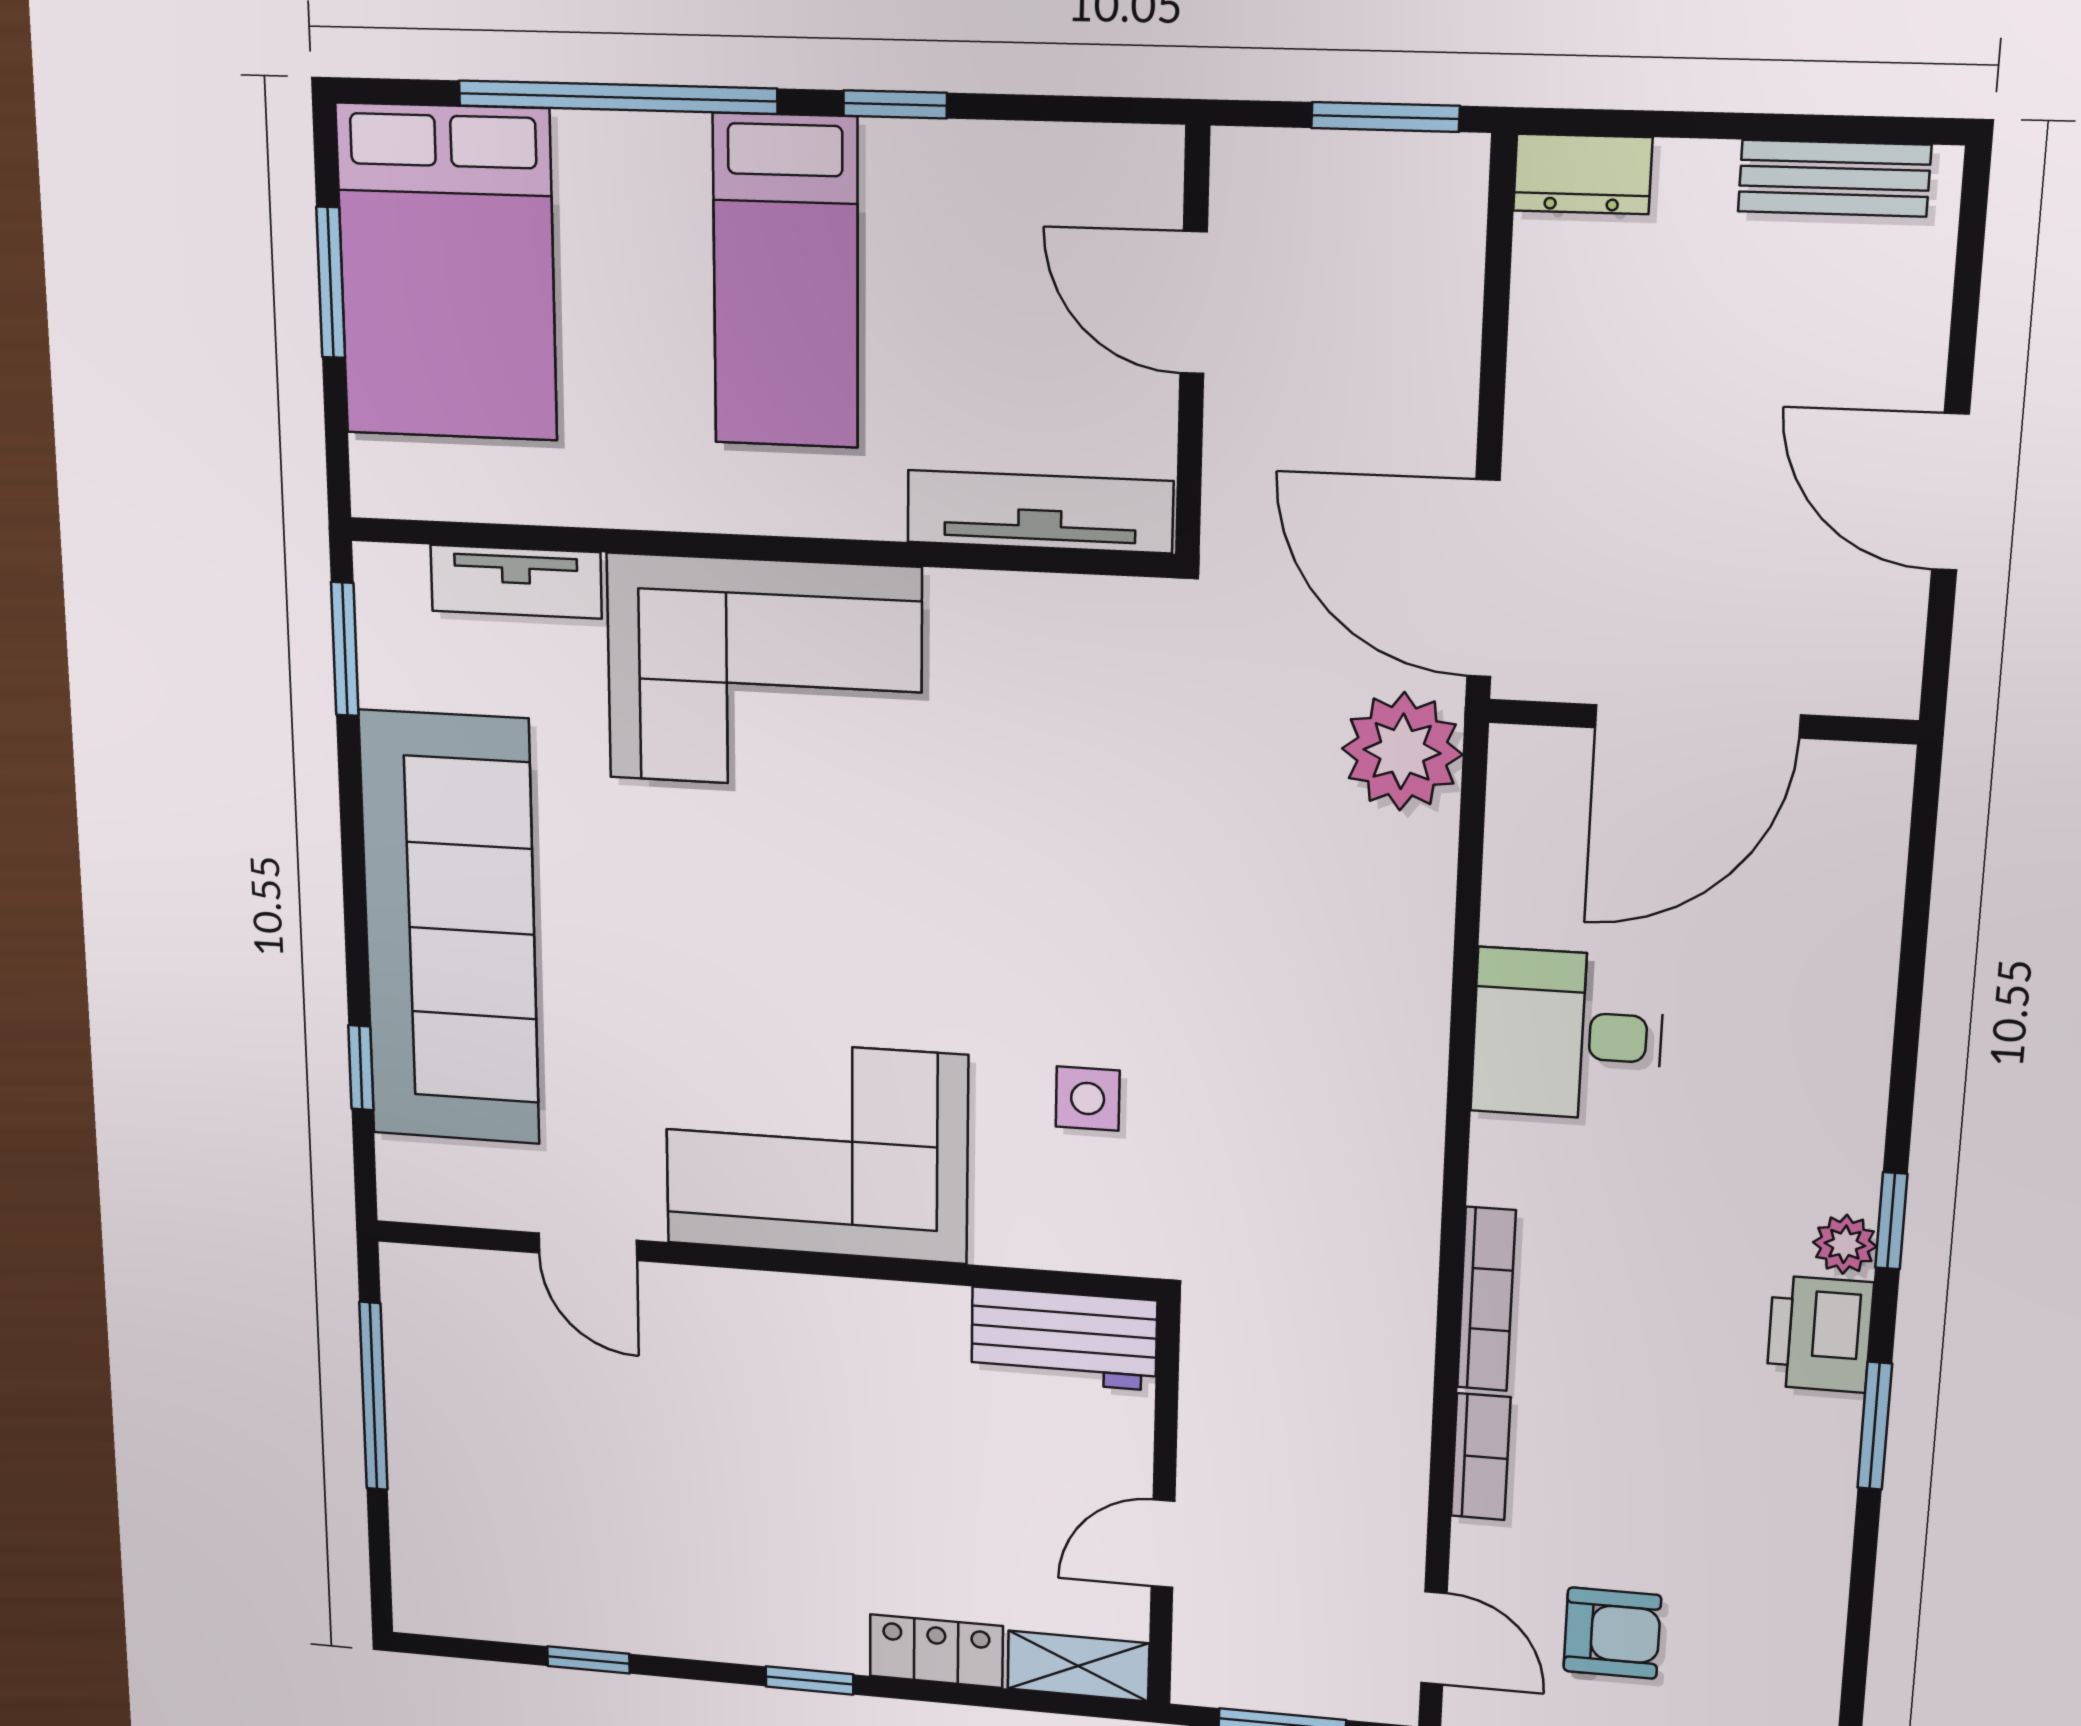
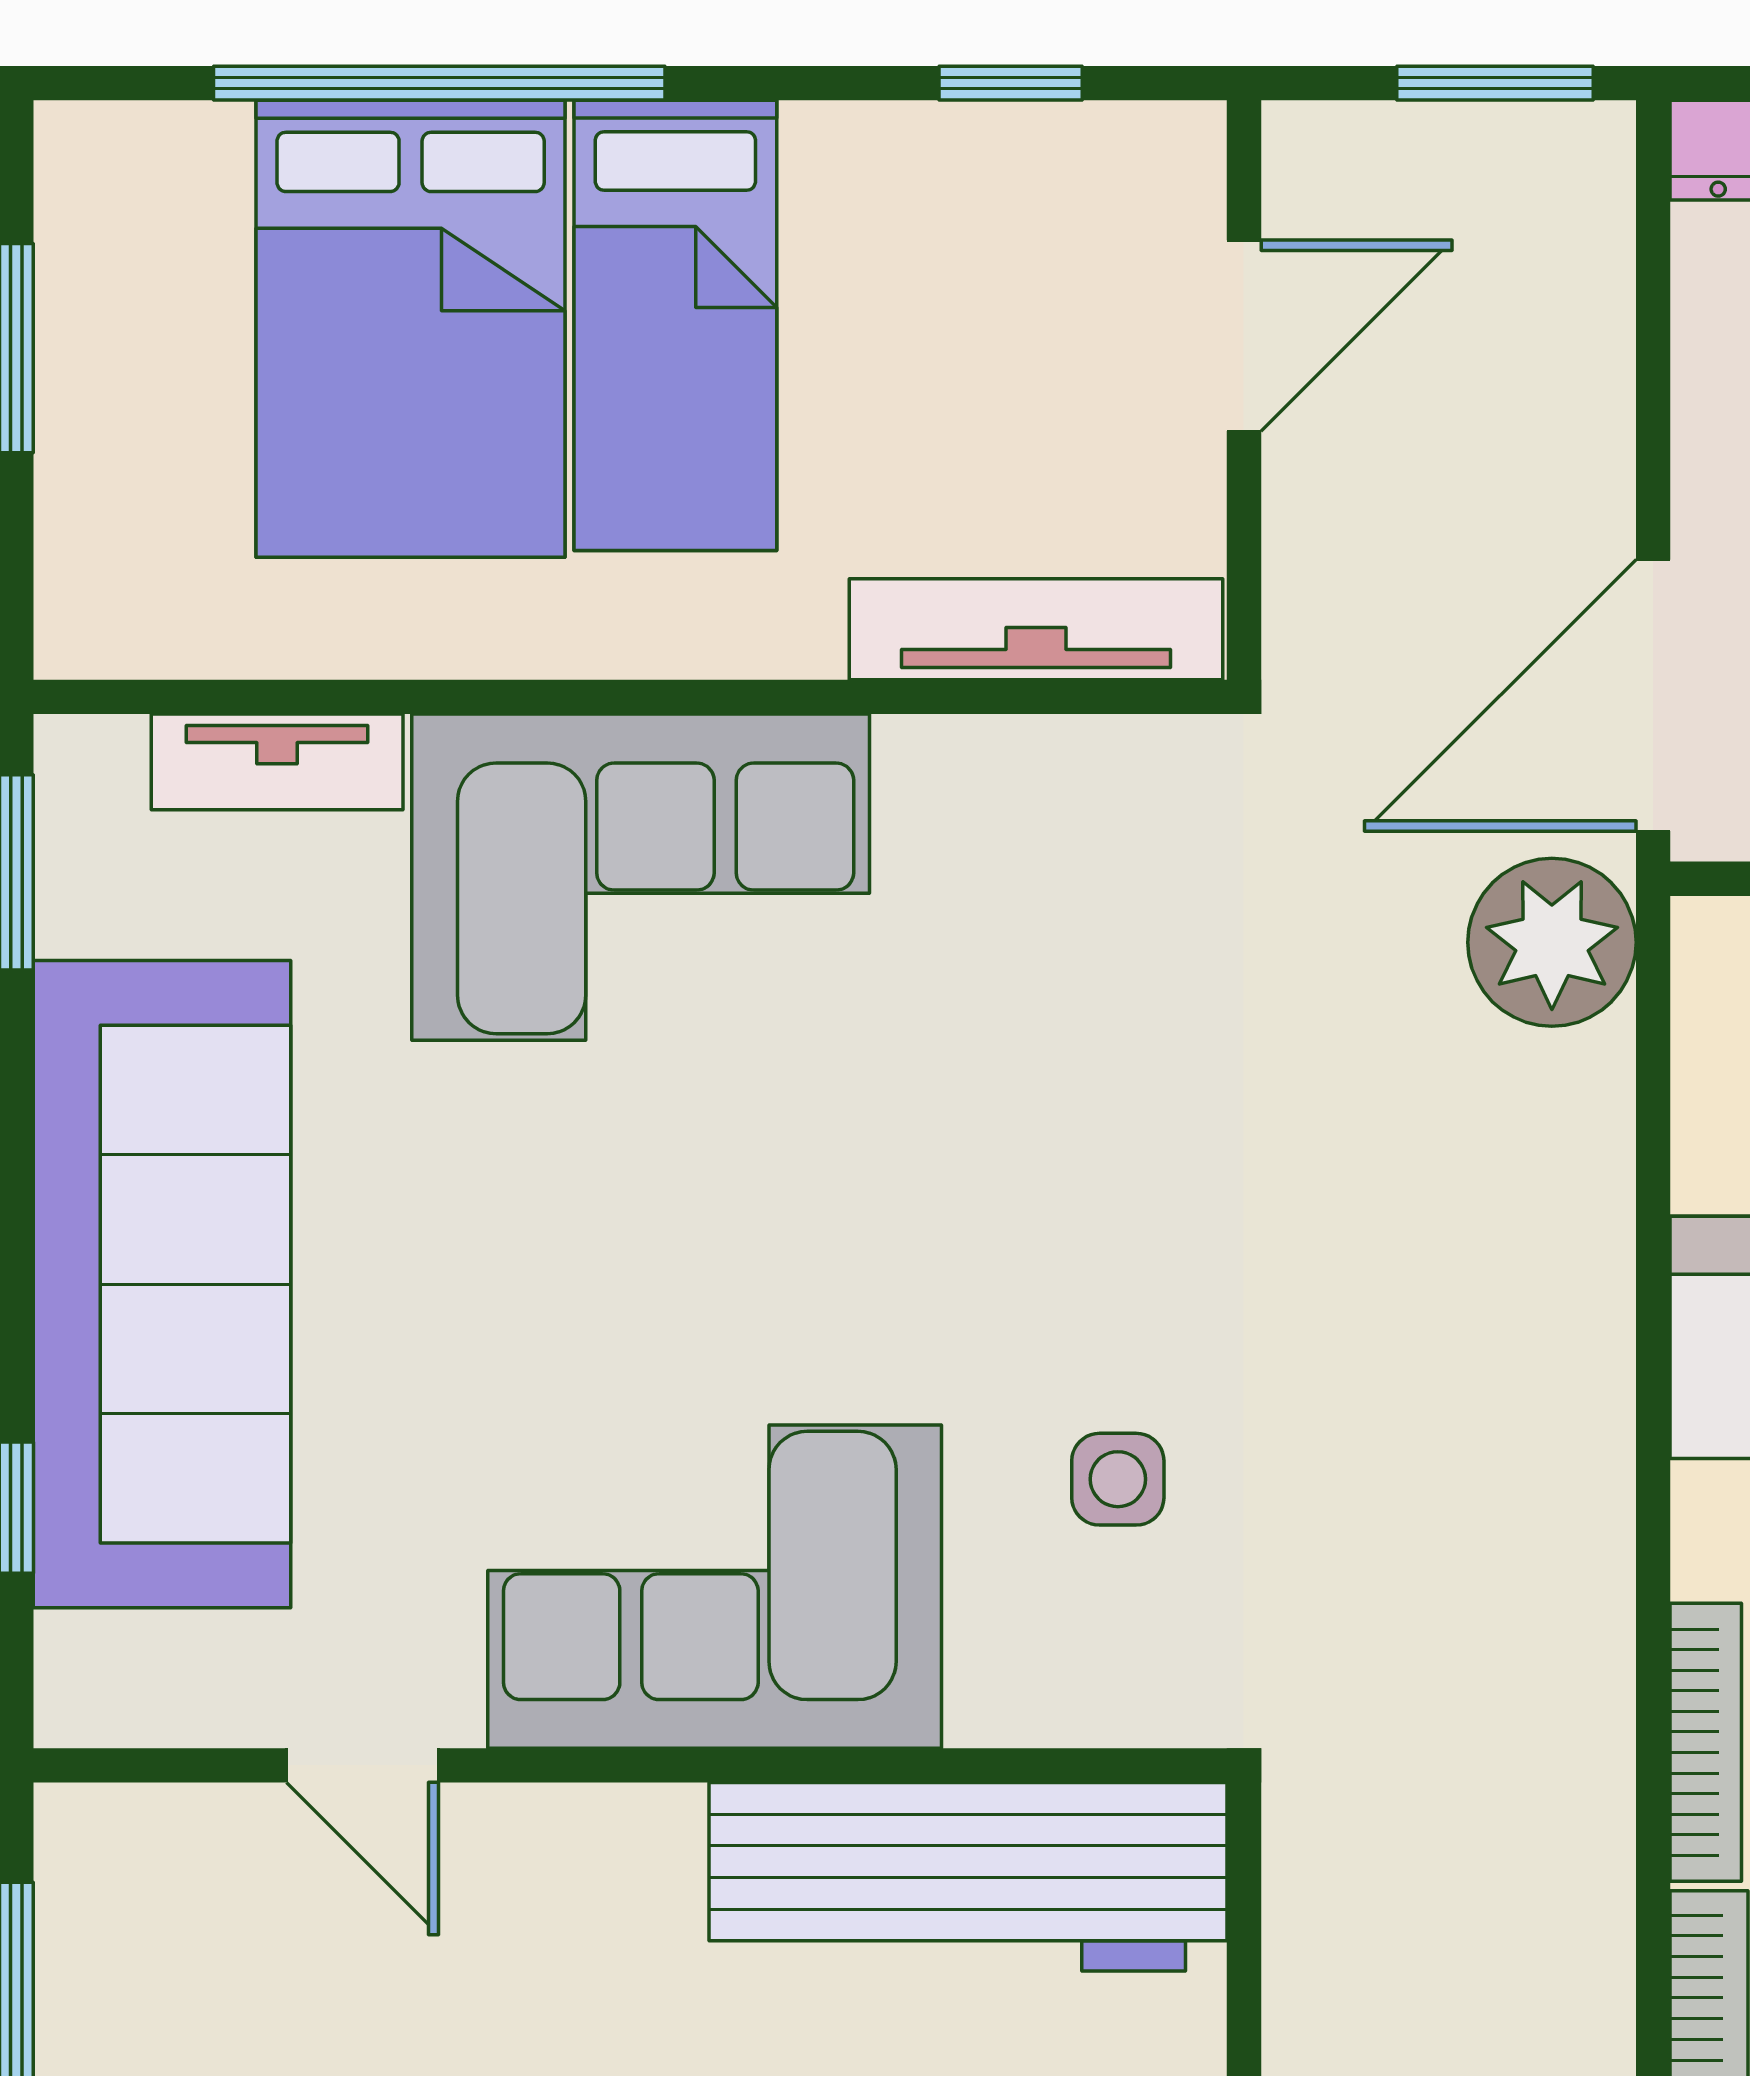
window: (895, 104) -> (1011, 83), moved
bed: (447, 273) -> (411, 329), moved
door: (1193, 303) -> (1244, 336), swing flipped
door: (1483, 579) -> (1653, 695), hinge flipped
workbench: (1064, 1339) -> (968, 1877), width x1.88, depth x1.32

